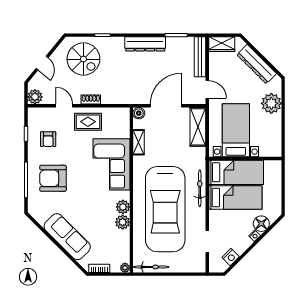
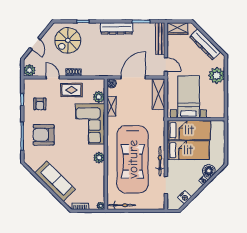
spiral stairs: (83, 59) -> (68, 40), turned 90
bicycle: (200, 188) -> (160, 161), moved
plant: (123, 222) -> (99, 97), moved

